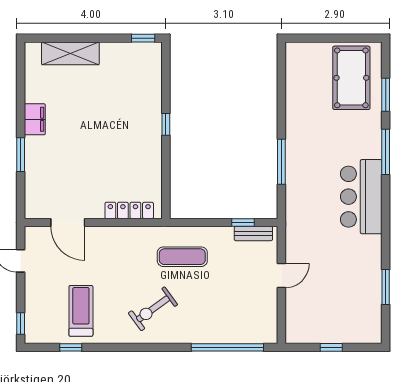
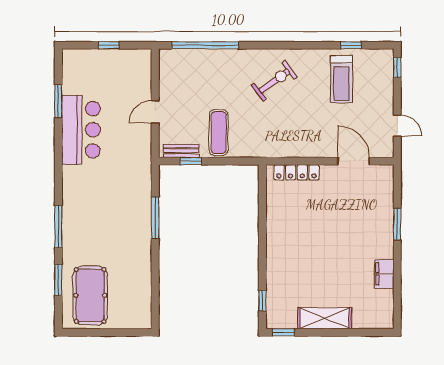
shelving: (70, 53) -> (325, 318), moved
filing cabinet: (35, 119) -> (384, 274), moved
window: (166, 124) -> (262, 301), moved
bar counter: (361, 197) -> (81, 130), moved
exercise mat: (182, 257) -> (219, 133), moved, turned 90

